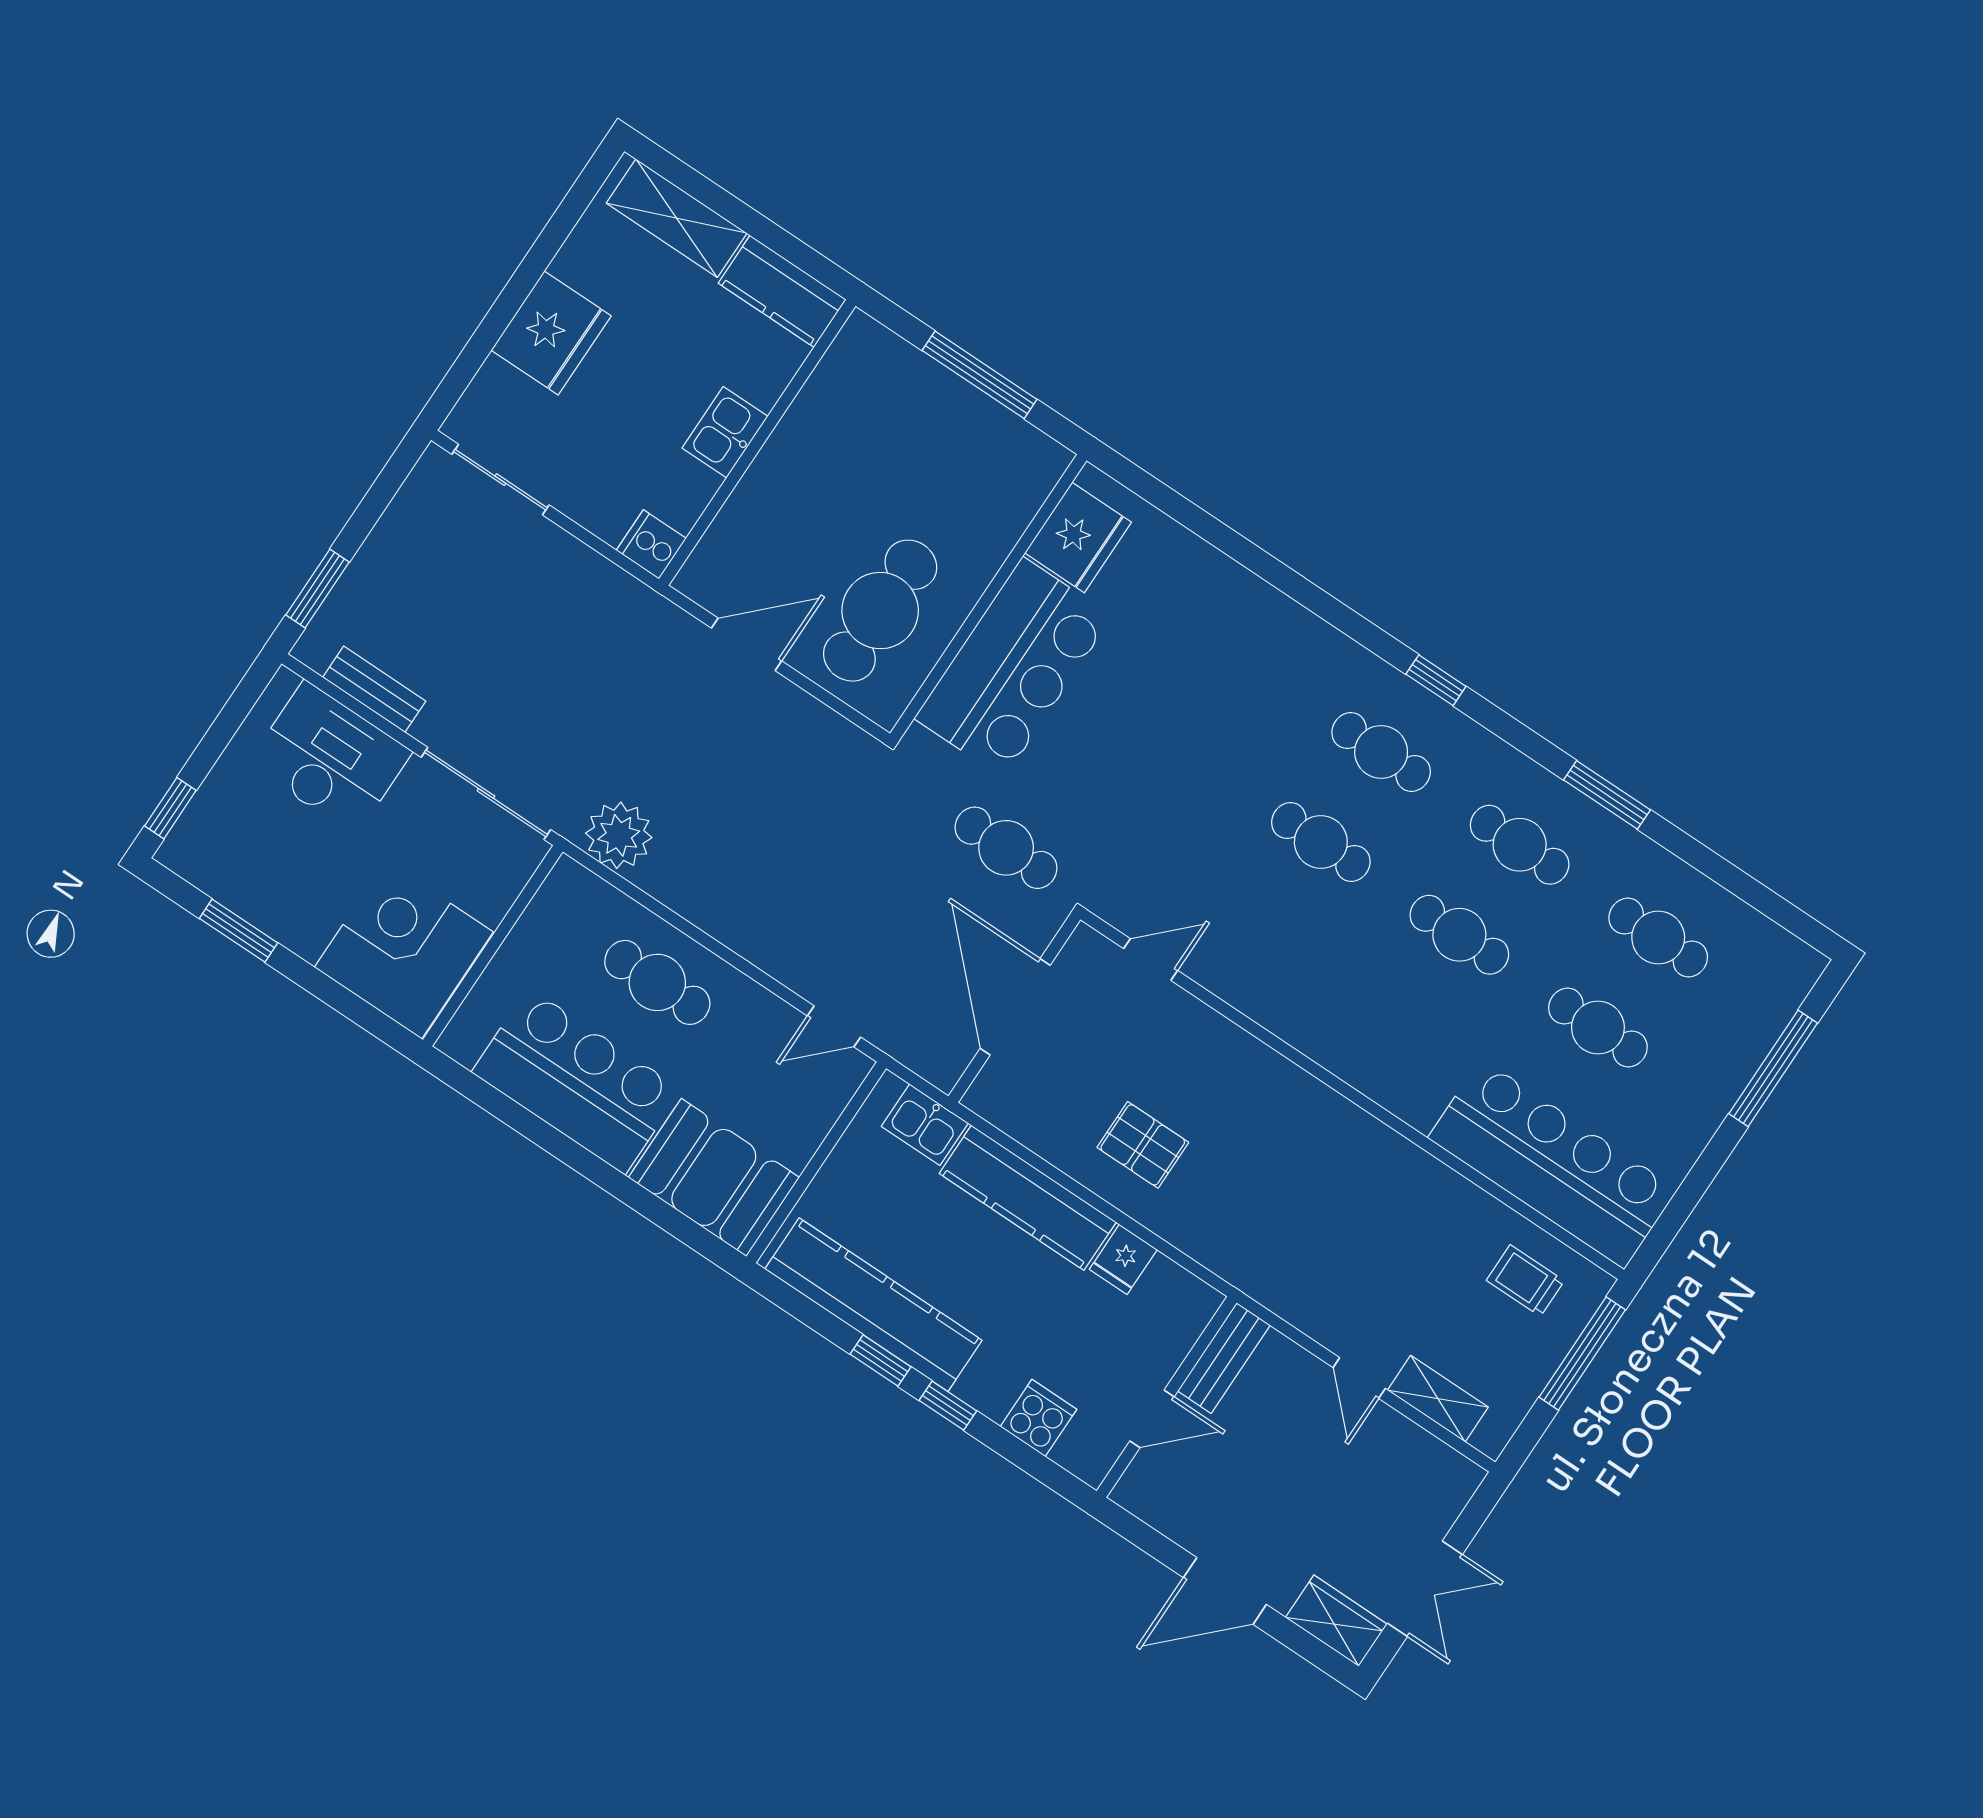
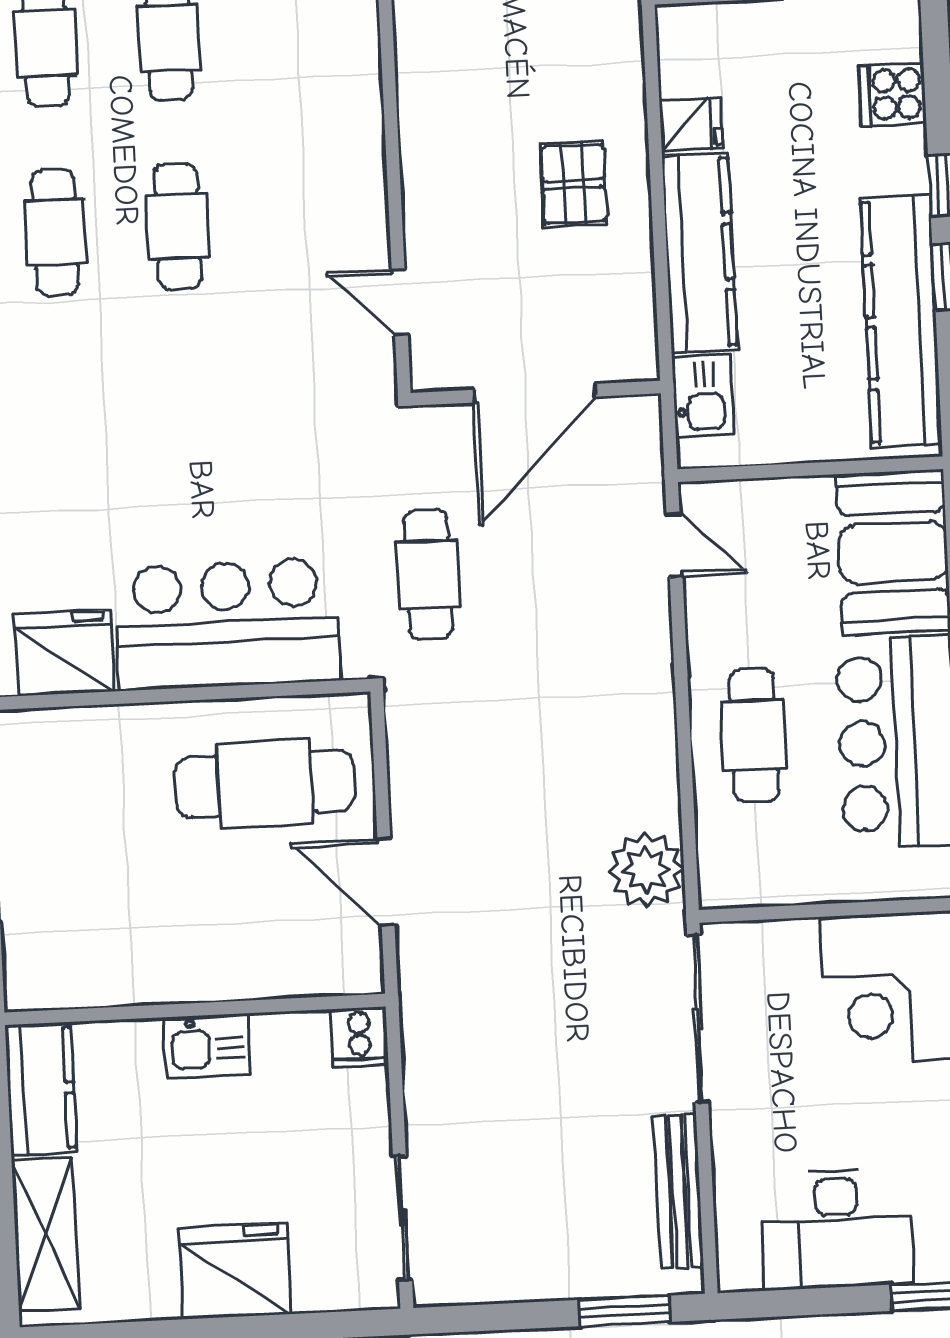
bench: (374, 689) -> (678, 1191), width x1.36
desk: (330, 758) -> (837, 1229), moved, turned -90
cafe table: (1006, 848) -> (428, 575), moved

